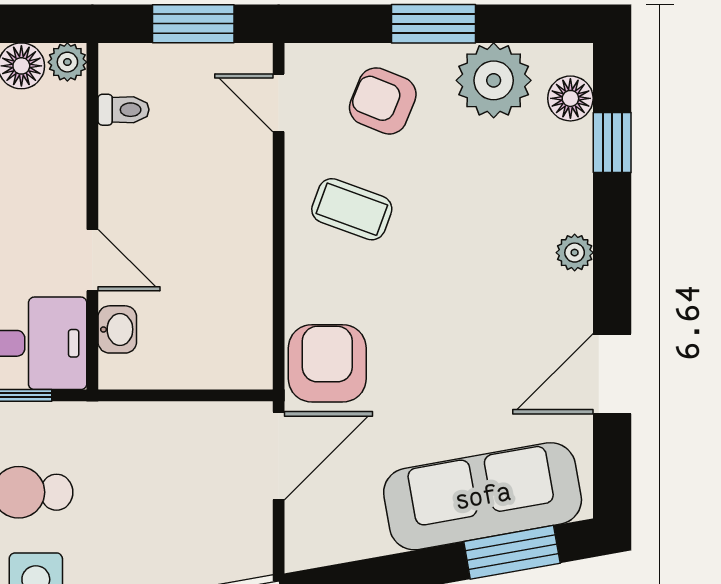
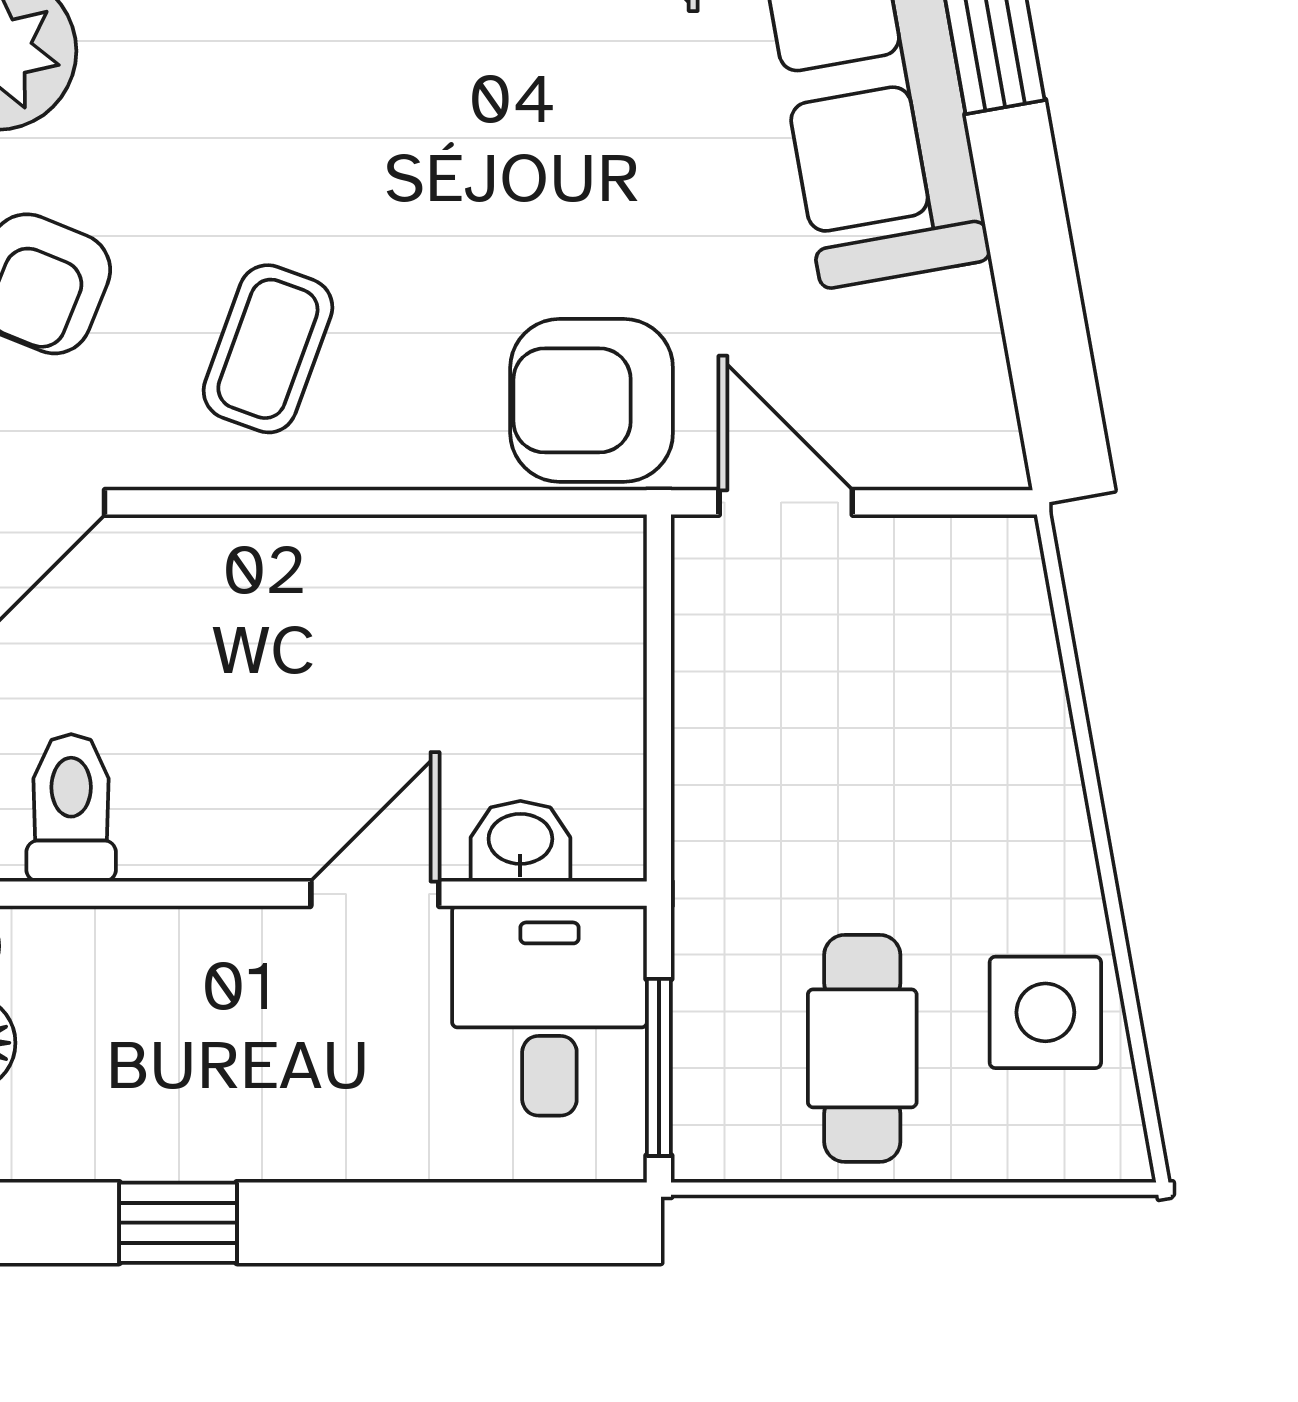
toilet: (123, 110) -> (71, 808), width x1.37, depth x1.39
door: (279, 456) -> (786, 502), width x0.73

